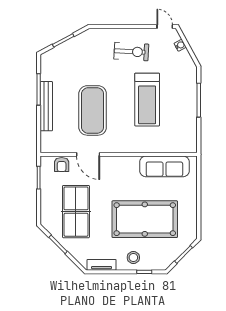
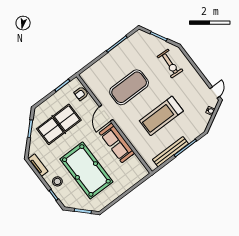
exercise bike: (131, 52) -> (170, 64), moved
bench: (46, 106) -> (170, 152), moved
door: (88, 154) -> (106, 113), moved
sofa: (164, 166) -> (117, 143), moved

